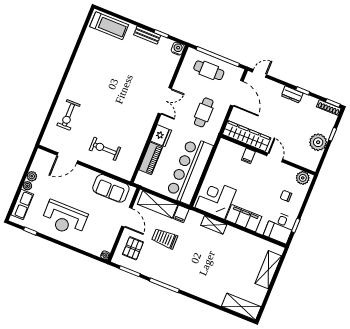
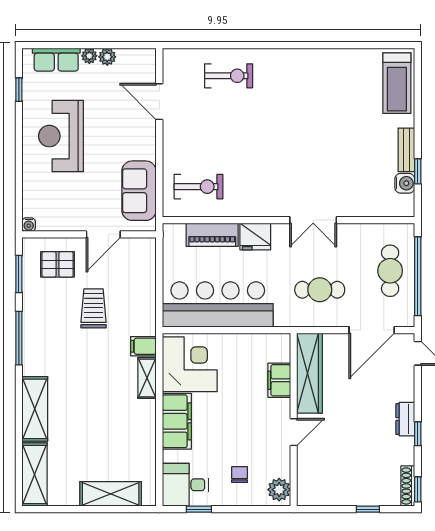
water cooler: (178, 49) -> (405, 183), moved
exercise bike: (68, 115) -> (229, 76), turned 180
plant: (318, 142) -> (346, 491), removed
exercise bike: (105, 149) -> (198, 187), moved, turned 90
filing cabinet: (248, 156) -> (279, 380), width x2.00
shelving: (158, 204) -> (35, 409), moved
filing cabinet: (181, 214) -> (143, 346), moved

